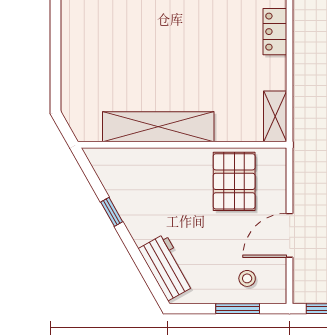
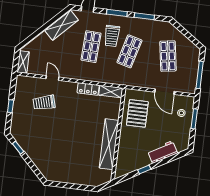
locker: (275, 32) -> (88, 89), moved
pallet: (234, 181) -> (137, 113), turned 90
workbench: (166, 267) -> (163, 152), moved

